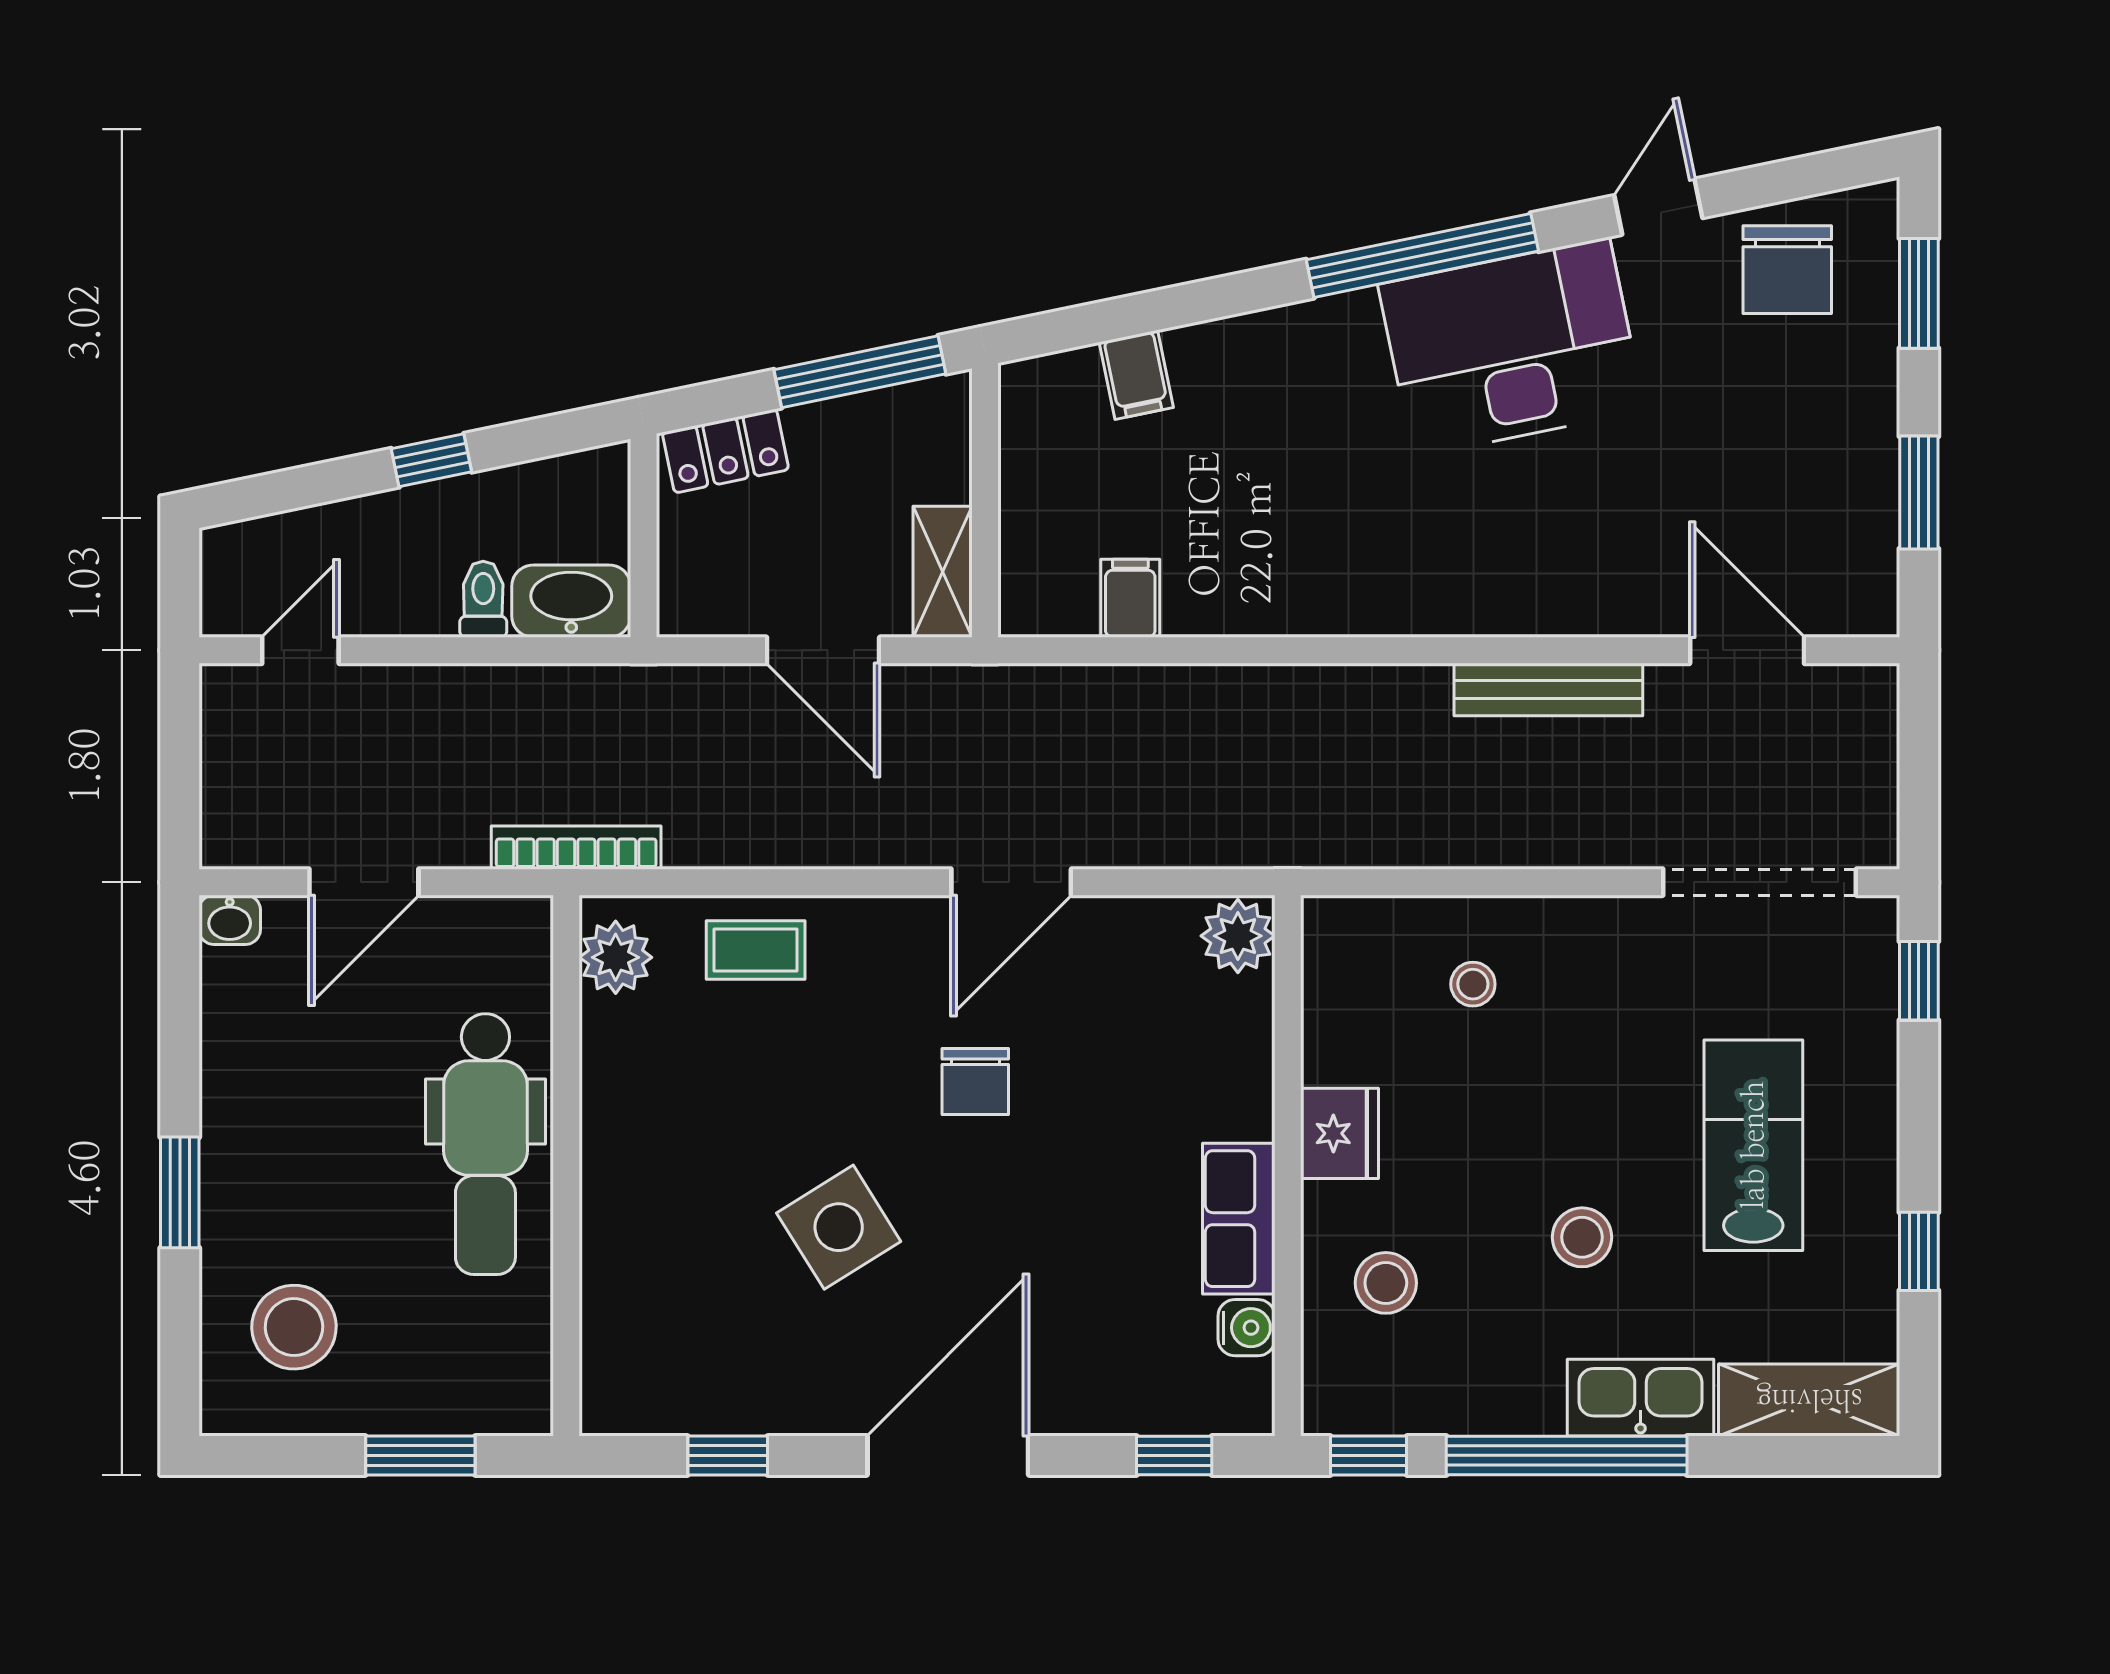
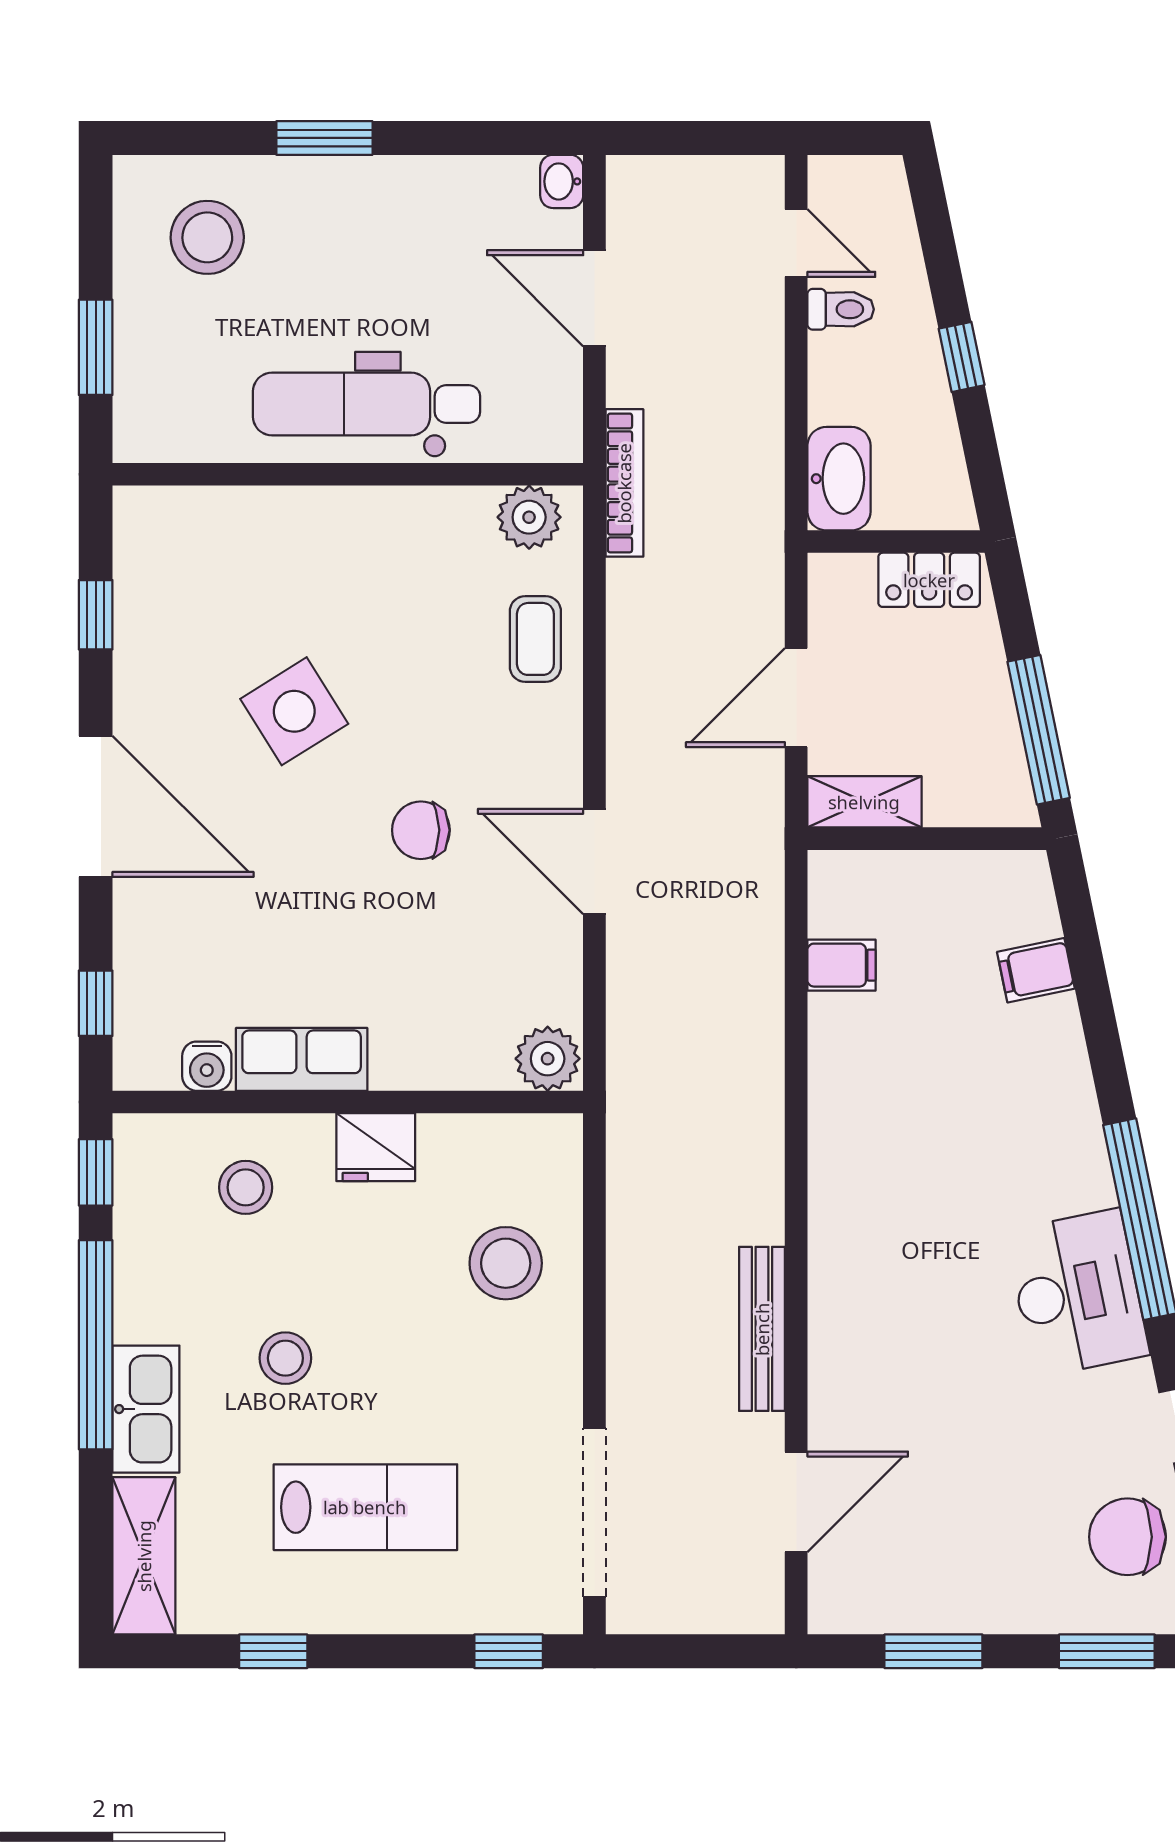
desk: (1511, 347) -> (1077, 1293), width x0.73, depth x0.77
locker: (725, 451) -> (929, 580), moved, turned -78
toilet: (483, 599) -> (841, 309), moved
stool: (1473, 984) -> (506, 1263), width x1.89, depth x1.89

